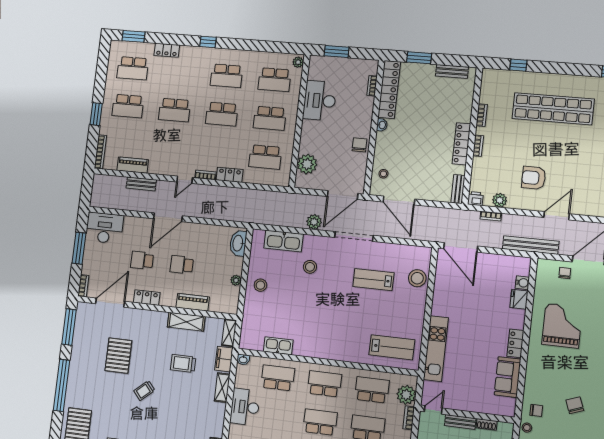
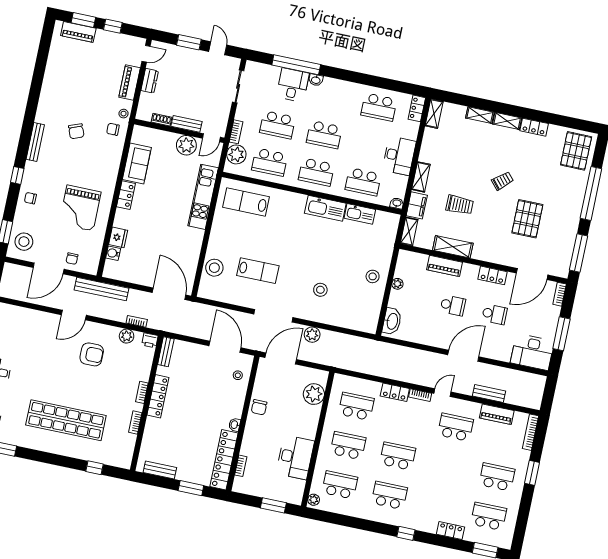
school desk: (175, 110) -> (456, 427), moved
kitchen sink: (283, 241) -> (325, 208), moved, turned 180
plant: (458, 400) -> (186, 145), added

